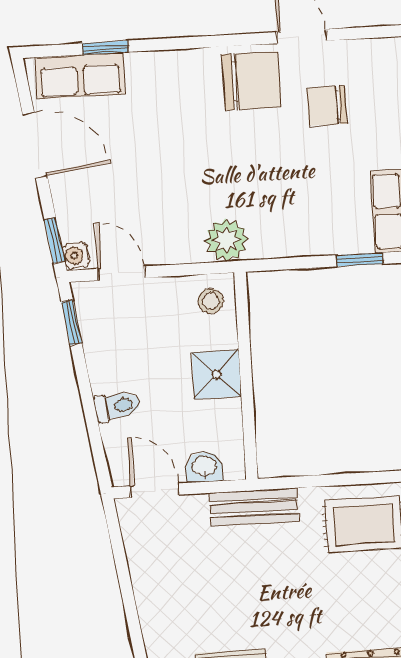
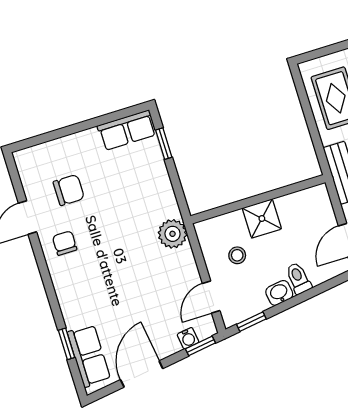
chair: (252, 81) -> (65, 243), width x0.54, depth x0.54
chair: (327, 106) -> (69, 190), turned -90
water cooler: (76, 255) -> (188, 338), moved
stool: (211, 301) -> (237, 255), moved
washbasin: (204, 467) -> (279, 293), moved, turned 82

